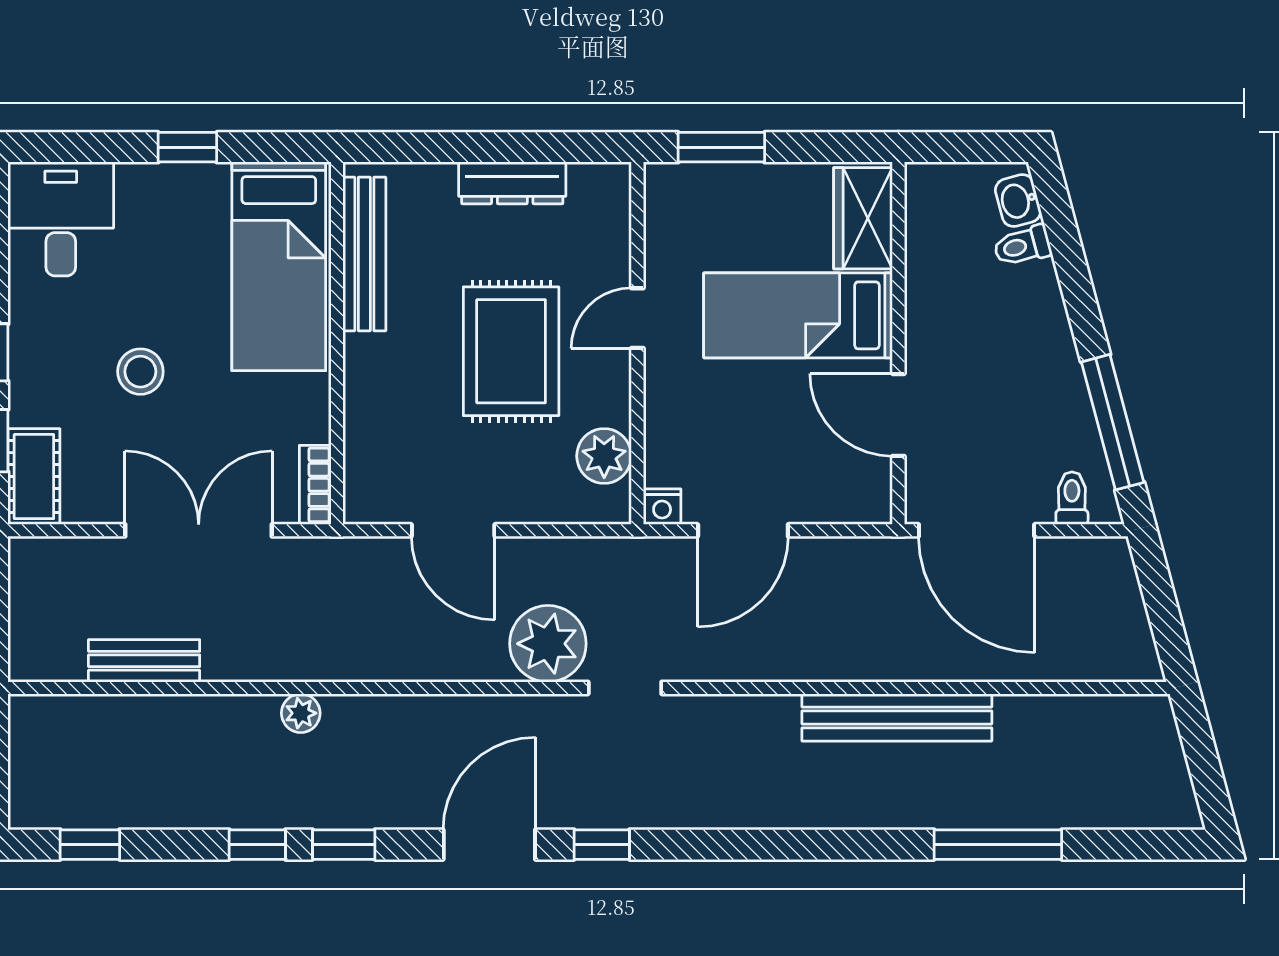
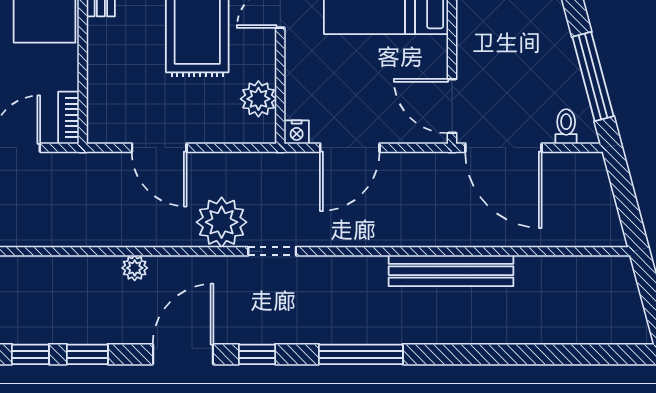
door: (898, 415) -> (452, 106), moved
plant: (301, 713) -> (135, 268), moved
window: (998, 845) -> (361, 354), moved

